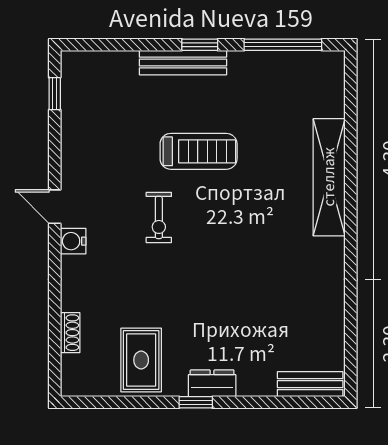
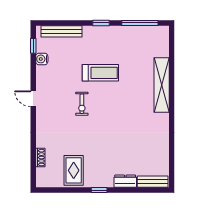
bench: (183, 63) -> (62, 31), moved
water cooler: (73, 241) -> (42, 59), moved
dresser: (212, 383) -> (125, 181), moved

